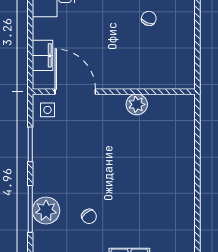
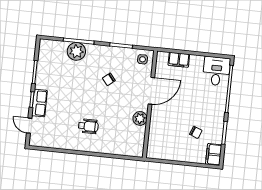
door: (75, 92) -> (151, 91), moved
wheelchair: (157, 181) -> (88, 126), added
chair: (89, 216) -> (109, 79), moved

